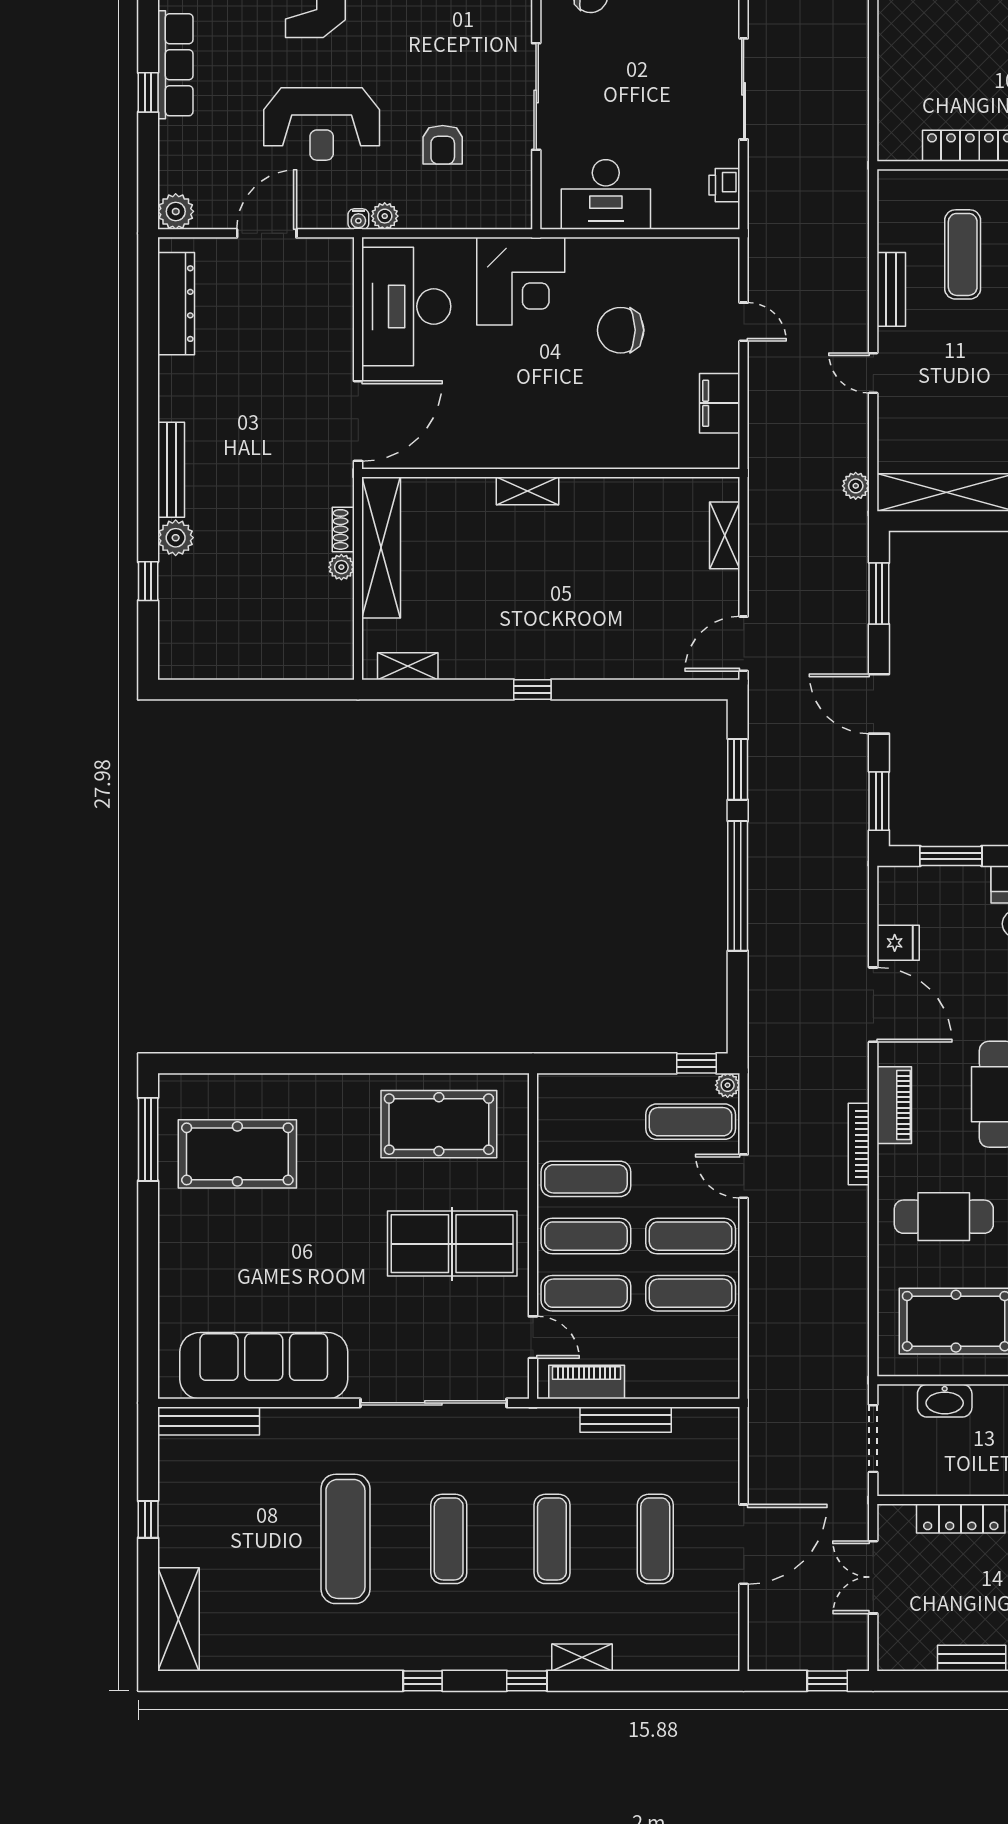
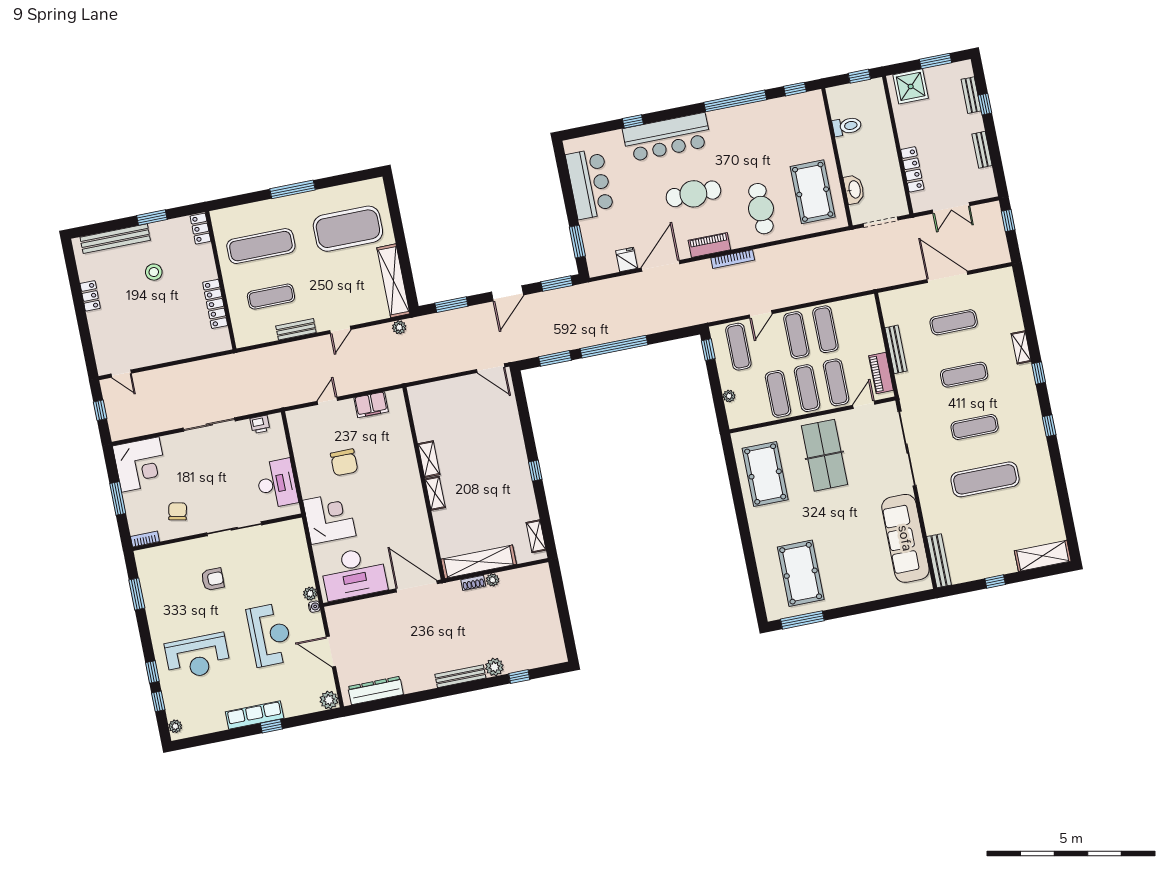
armchair: (443, 145) -> (213, 579), moved
shelving: (725, 535) -> (429, 459), moved, turned 90
plant: (728, 1085) -> (729, 396), moved

